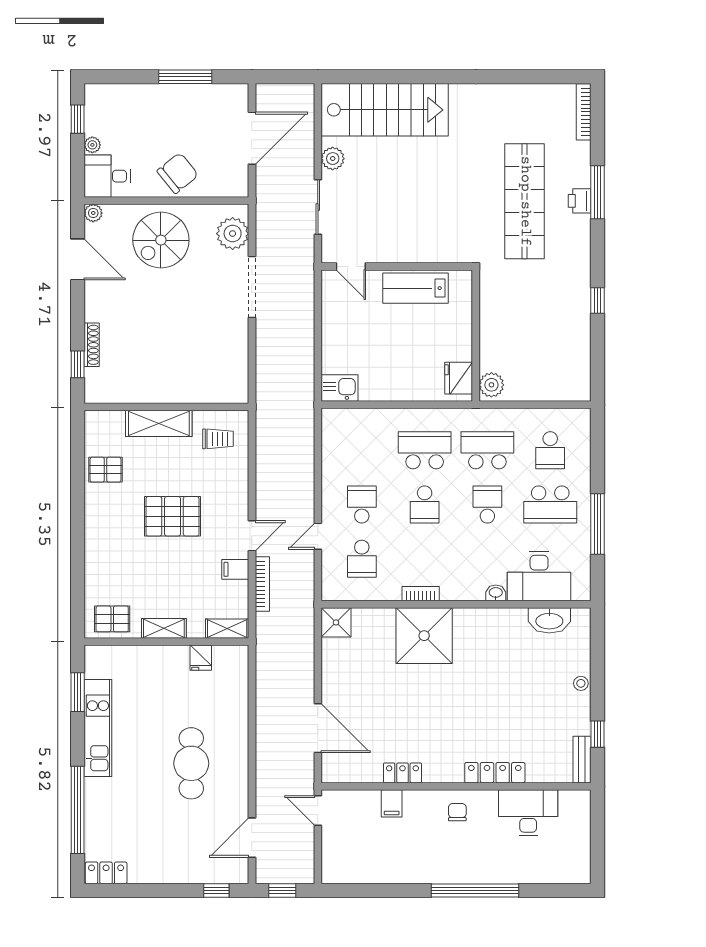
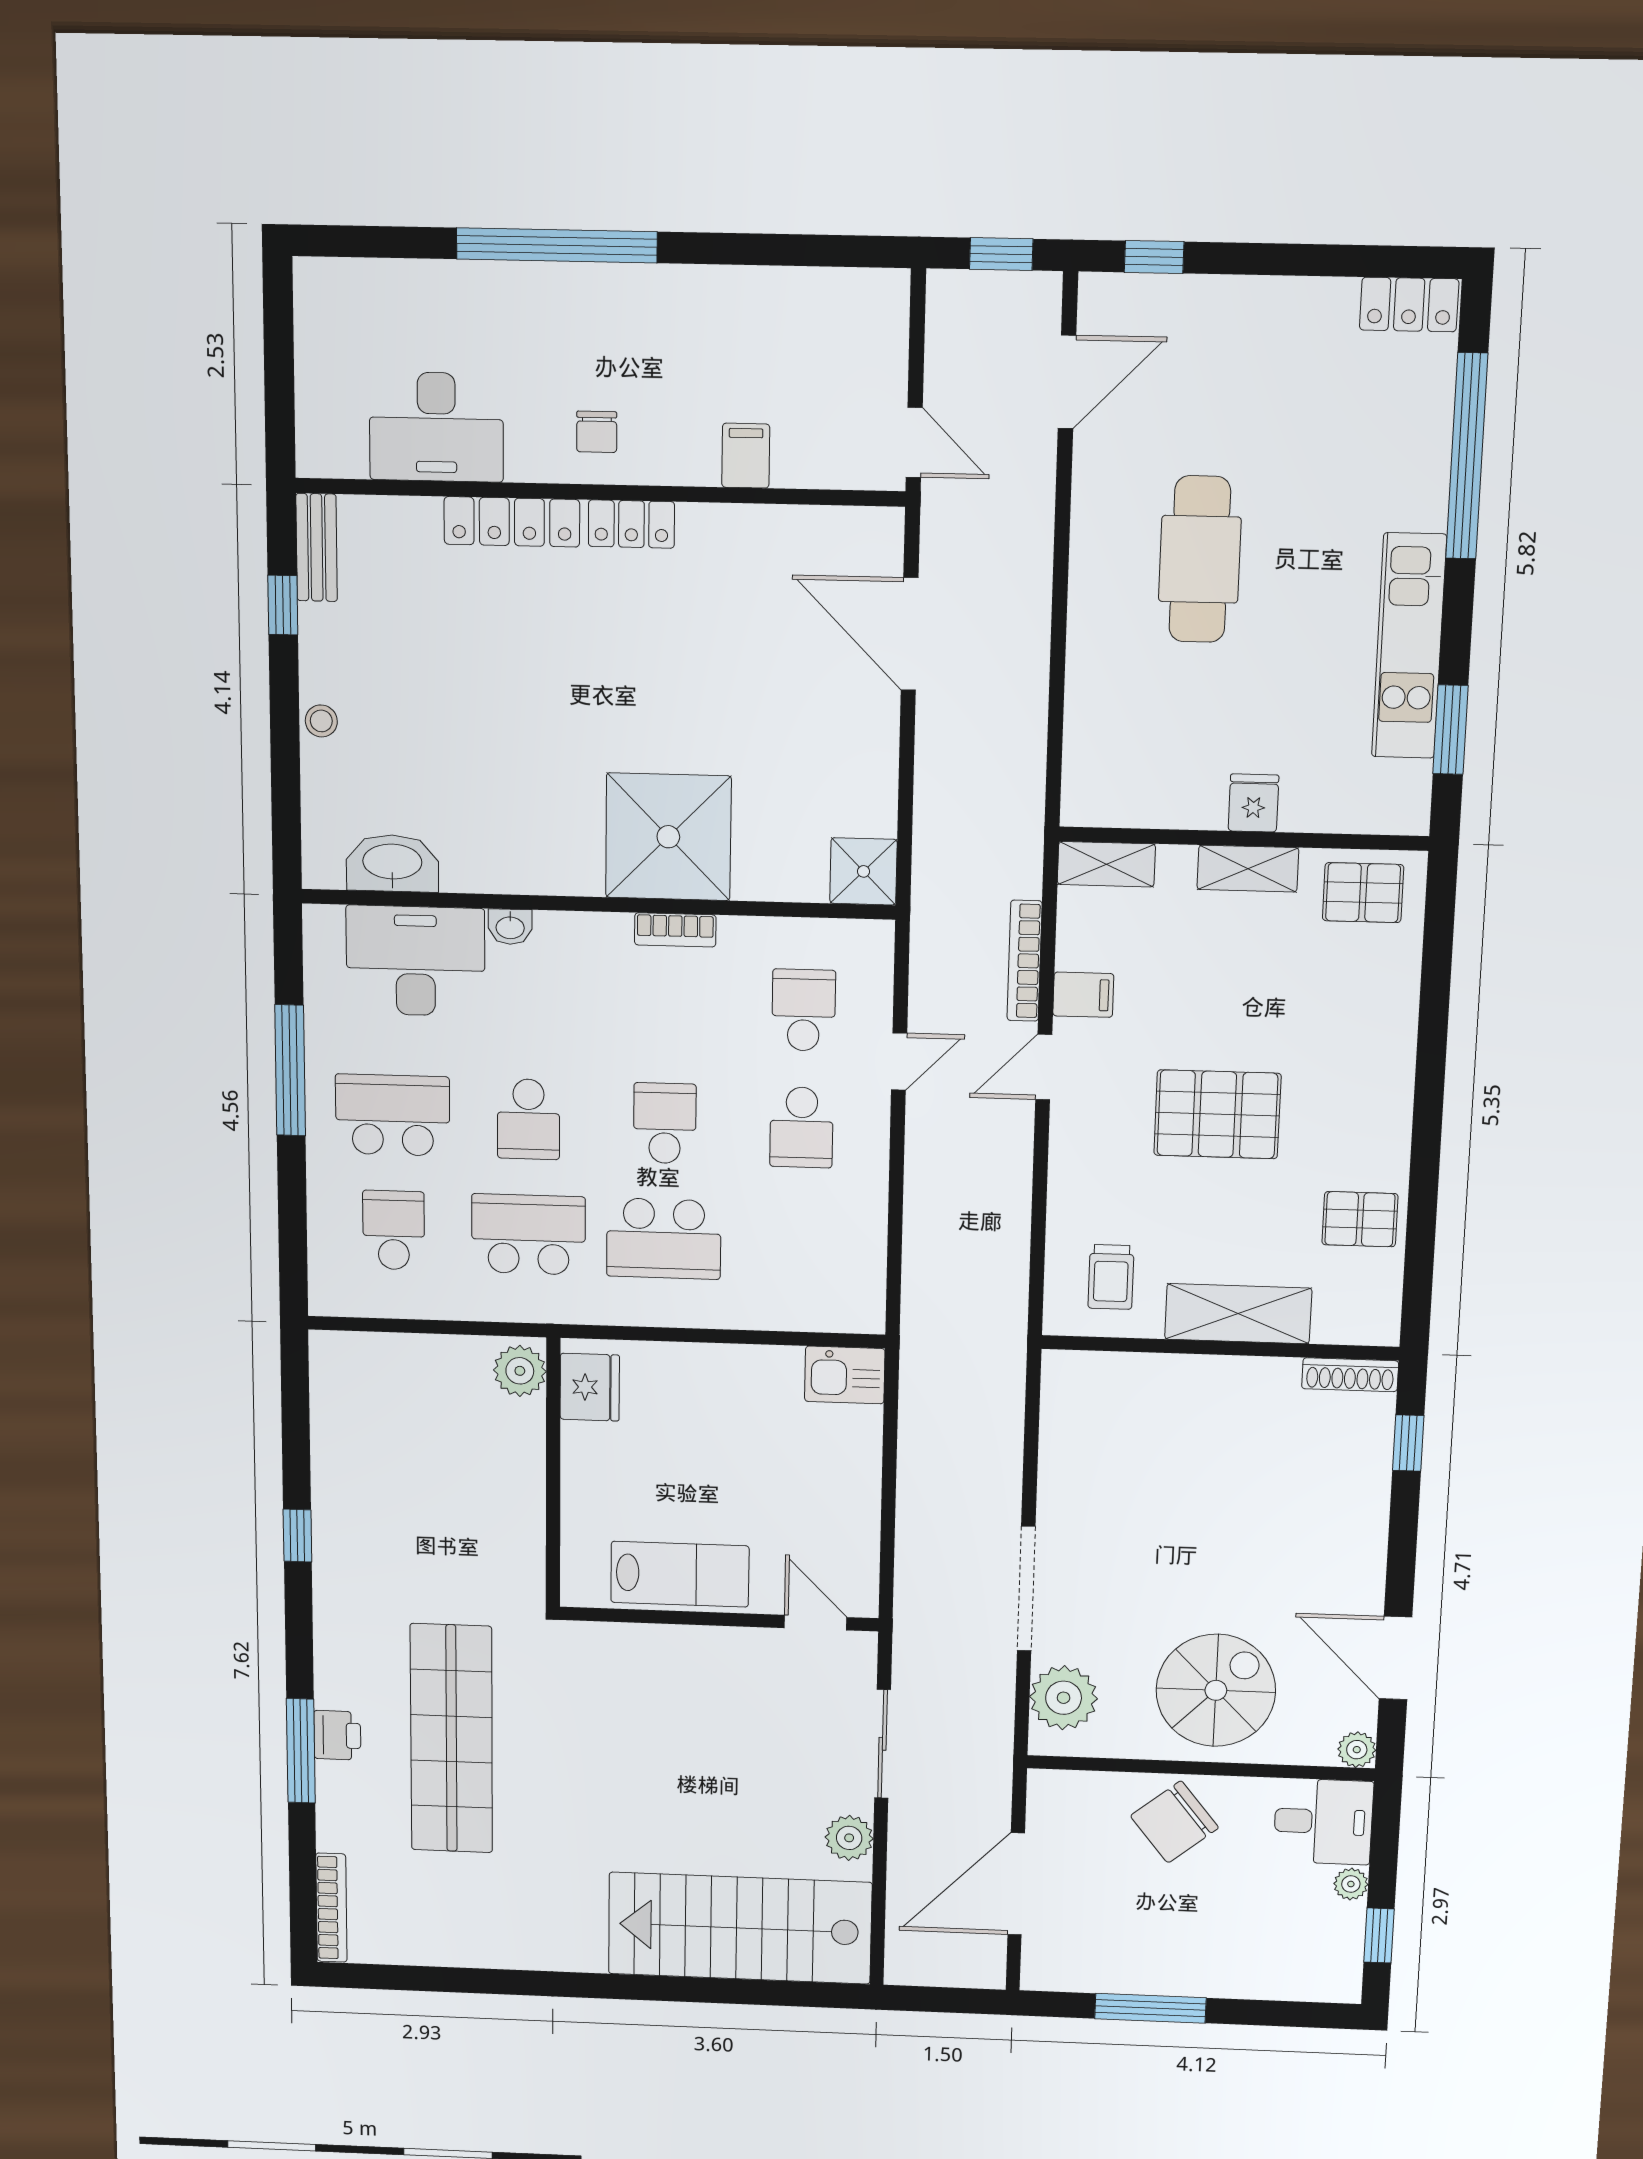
shoe rack: (92, 345) -> (1350, 1375), moved, turned -90
trolley: (218, 439) -> (1111, 1277), turned -90
school desk: (487, 450) -> (528, 1234), turned 180
fridge: (201, 658) -> (1253, 803), moved
locker: (402, 773) -> (631, 524), moved

